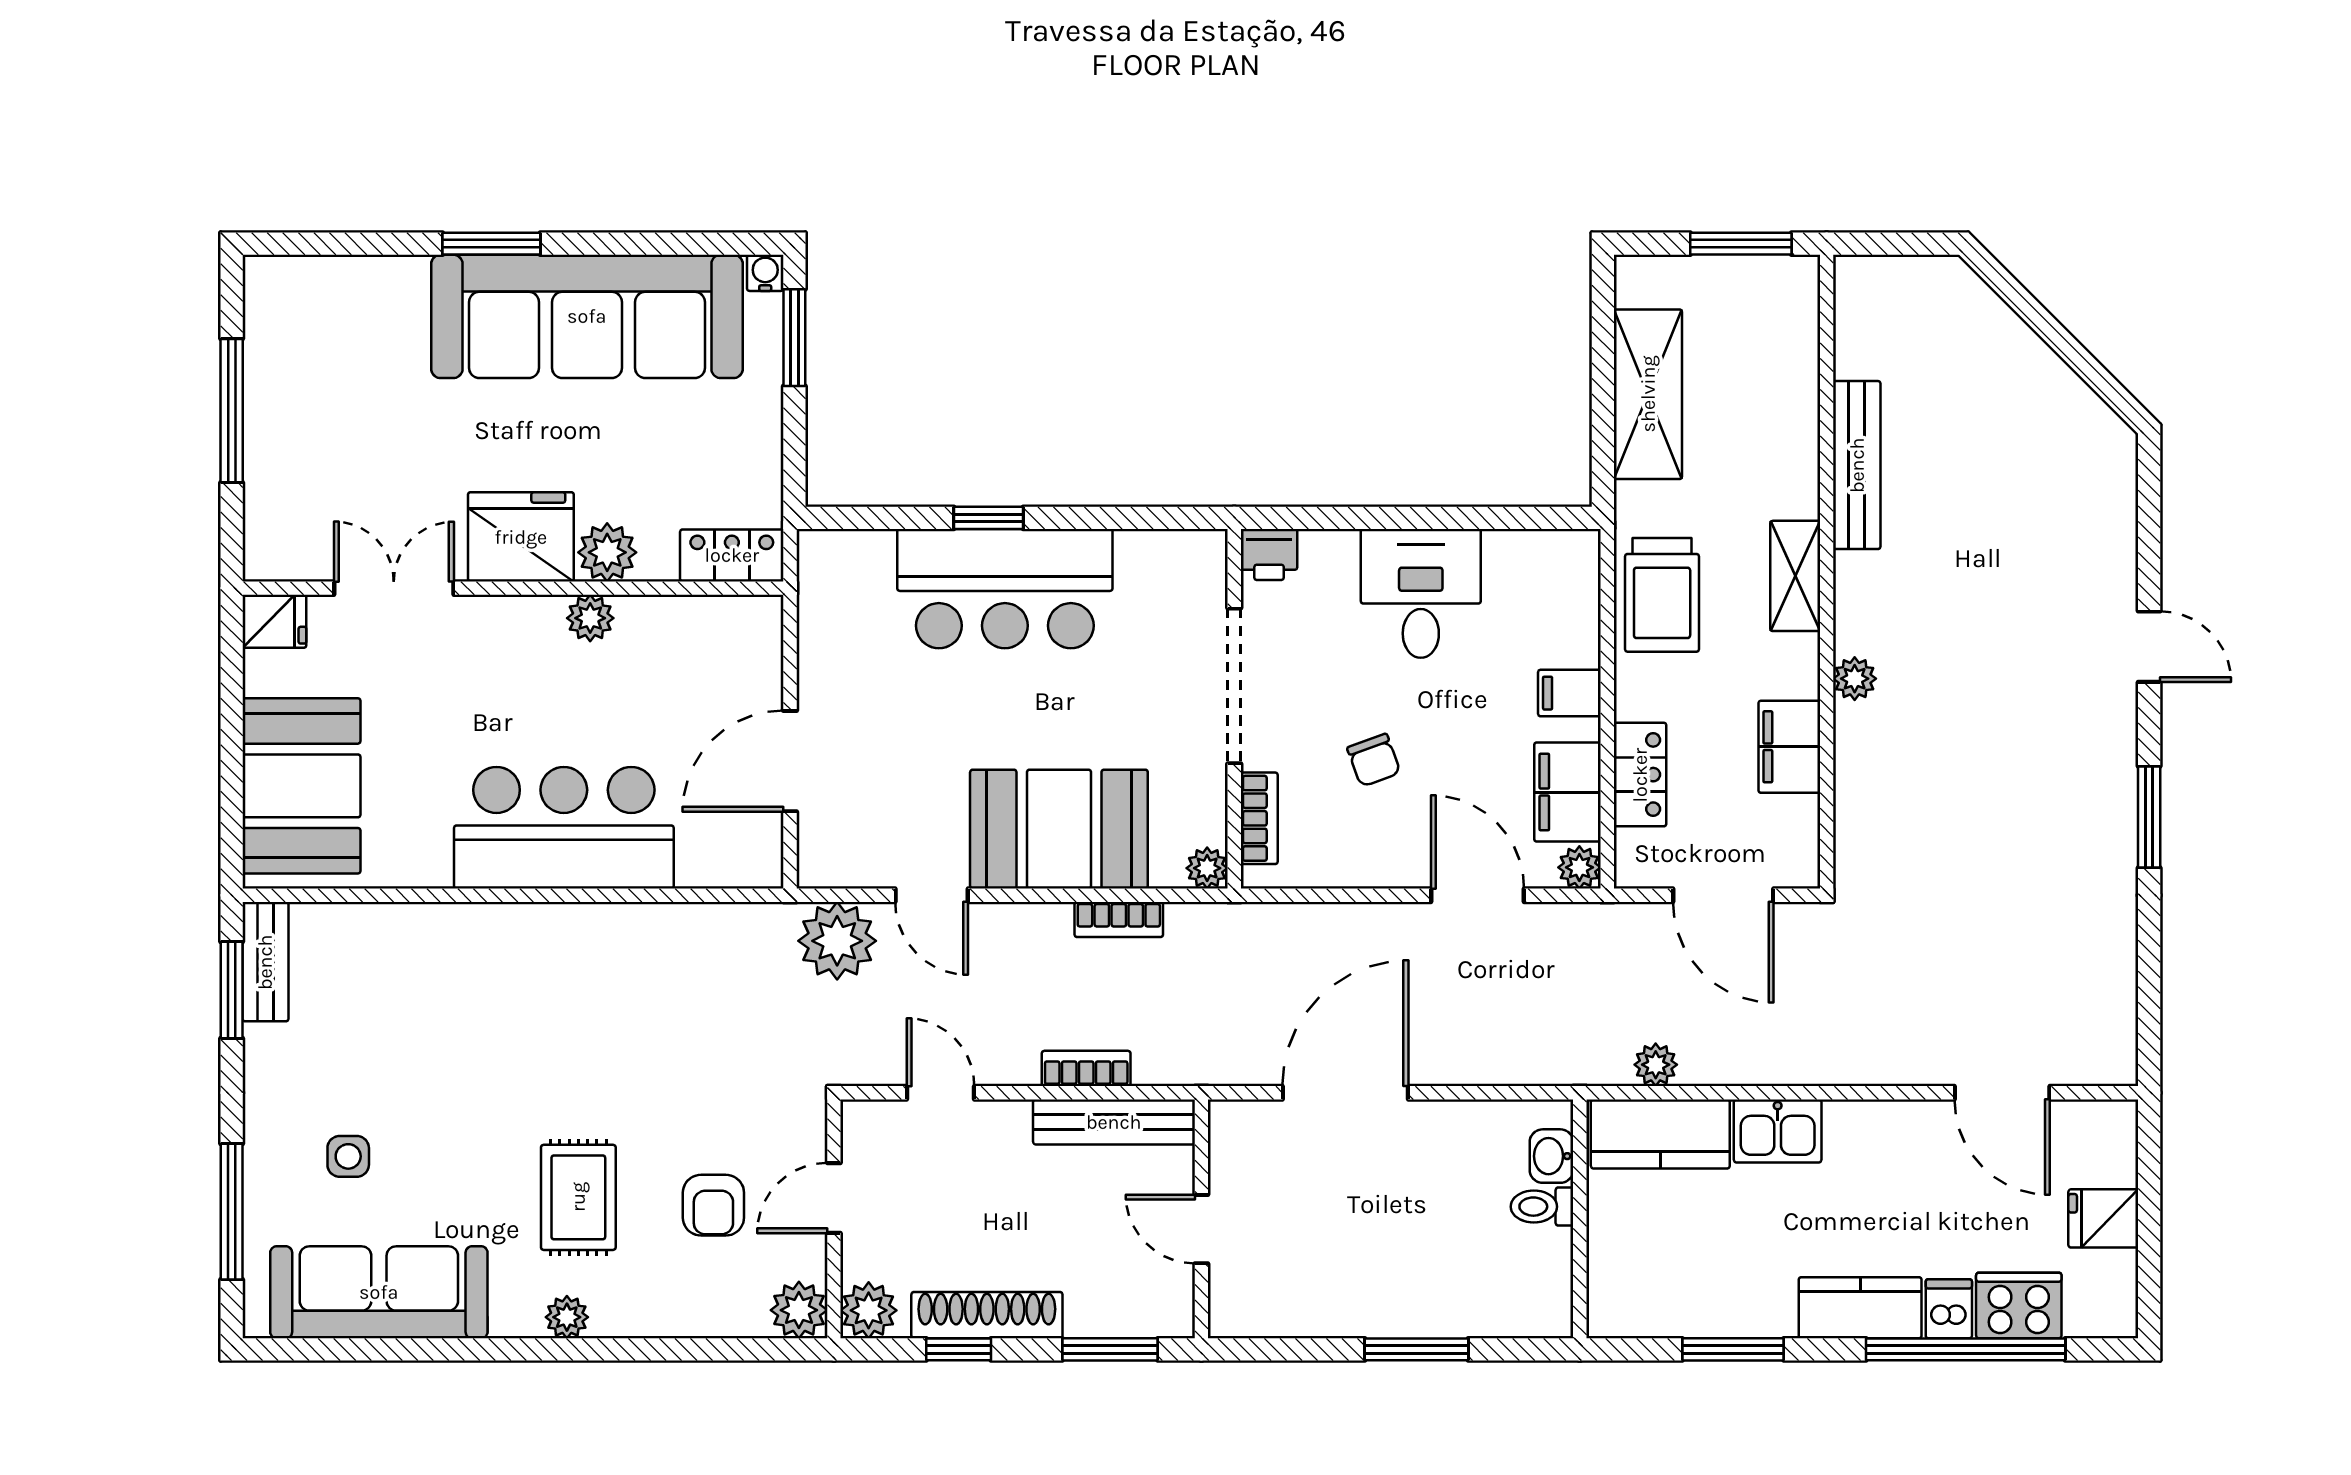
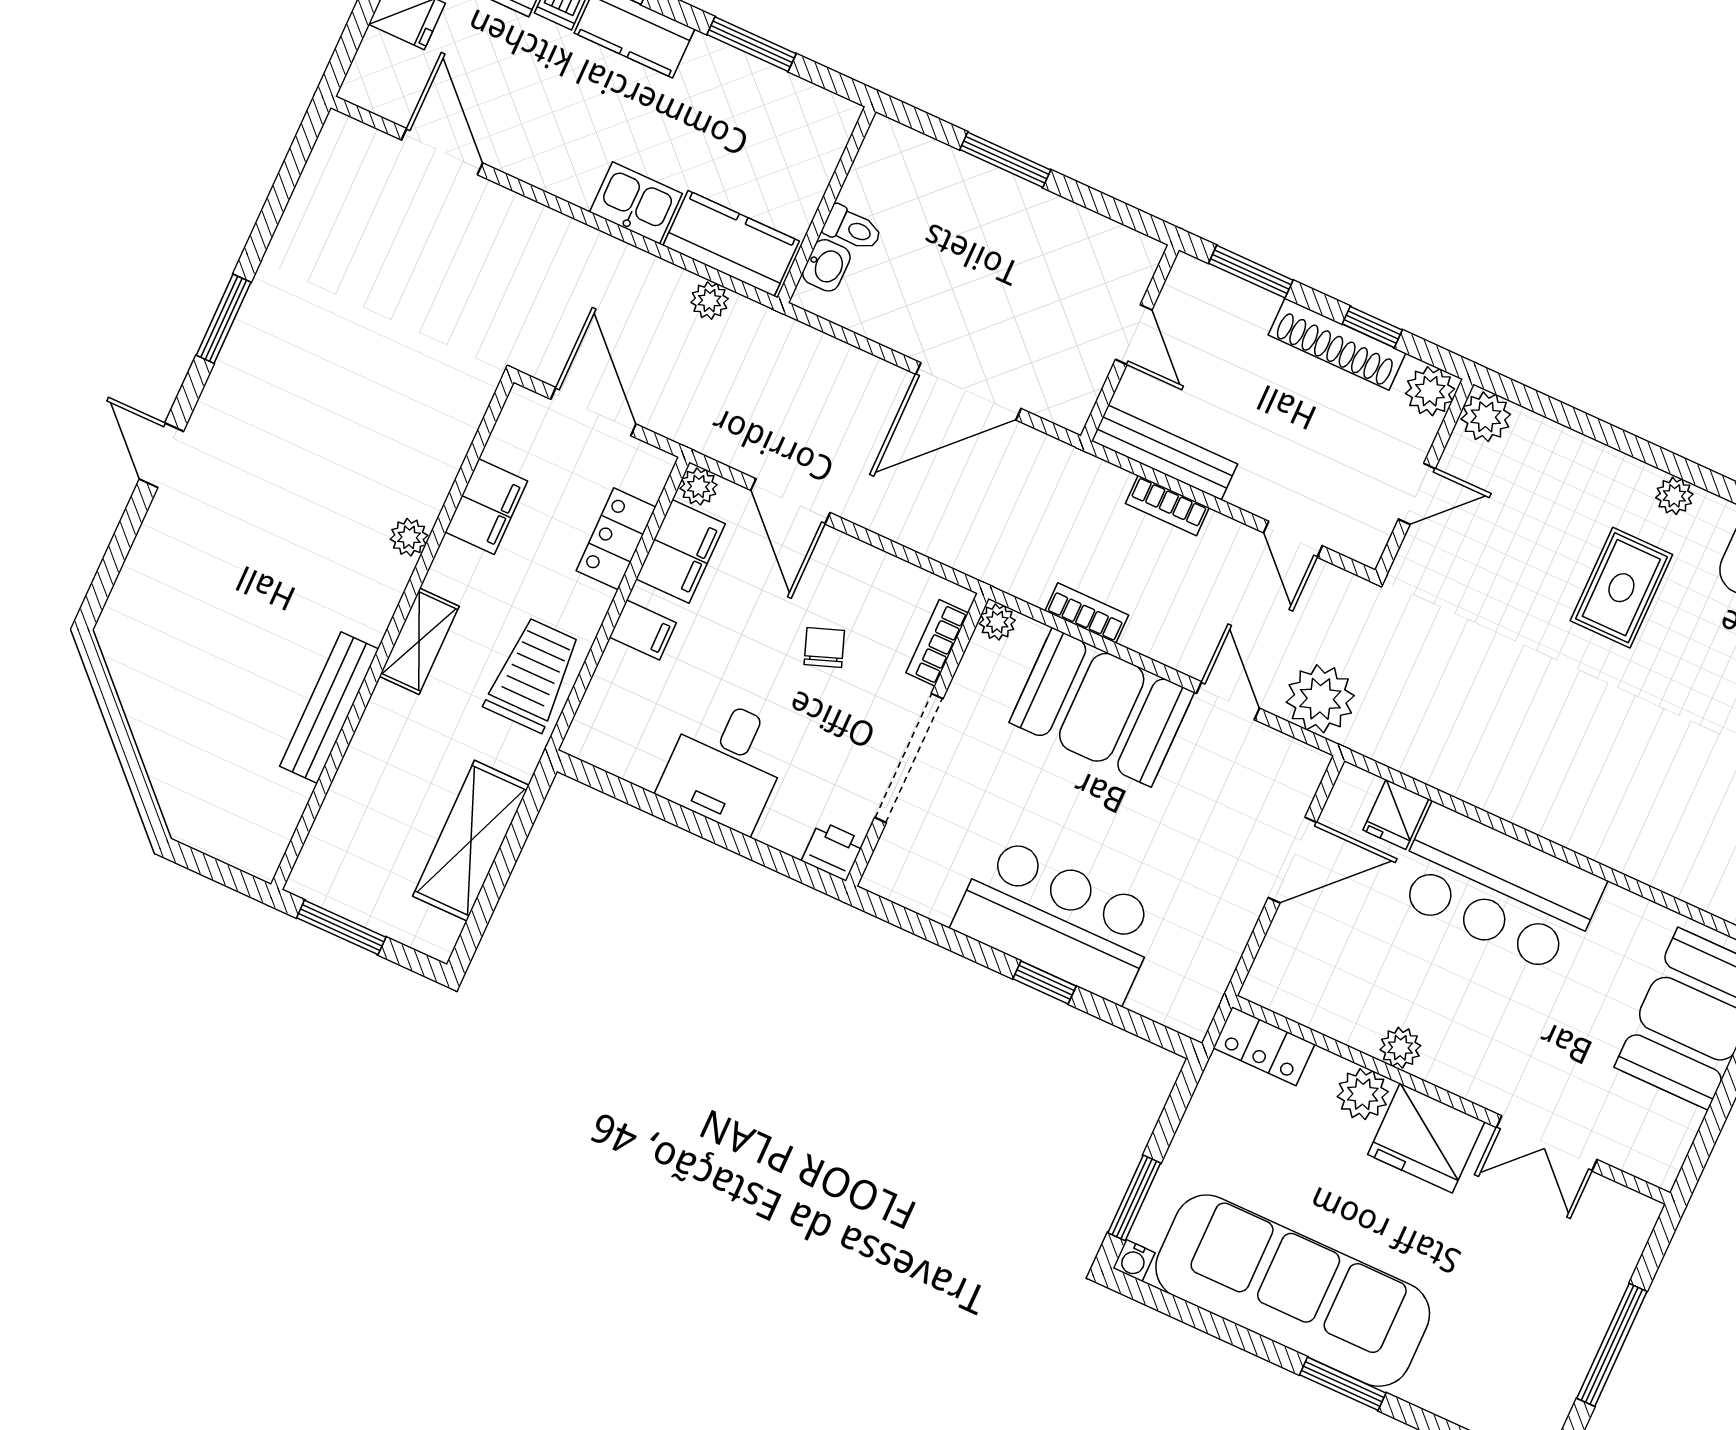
fridge: (274, 621) -> (1396, 814), moved, turned -90
armchair: (713, 1205) -> (1516, 532), removed

